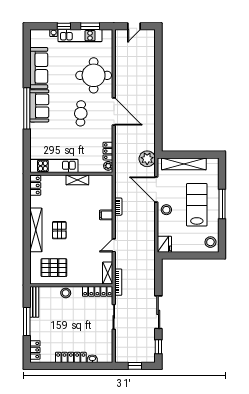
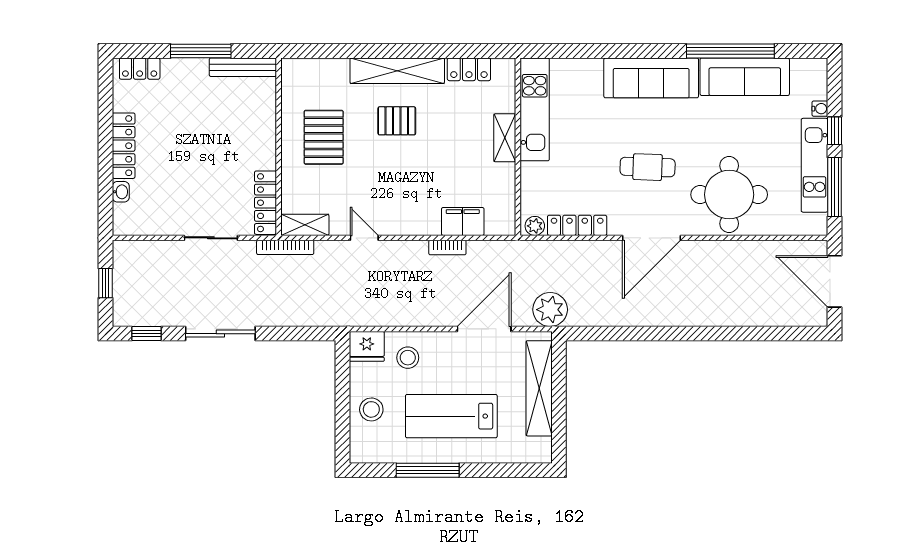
window: (90, 26) -> (835, 187), width x1.44
door: (134, 26) -> (835, 281), width x1.87
sofa: (39, 106) -> (651, 78), width x1.36
window: (27, 108) -> (730, 51), moved
locker: (108, 151) -> (577, 225), width x1.53
shelving: (77, 180) -> (505, 138), moved
locker: (35, 185) -> (469, 69), moved
window: (222, 204) -> (428, 470), moved
lab bench: (197, 205) -> (451, 416), turned 180
stool: (166, 210) -> (408, 358), moved
filing cabinet: (106, 215) -> (463, 221), moved, width x2.00
stool: (210, 242) -> (371, 409), moved
pallet: (54, 268) -> (324, 137), moved
stool: (66, 293) -> (262, 135), removed

